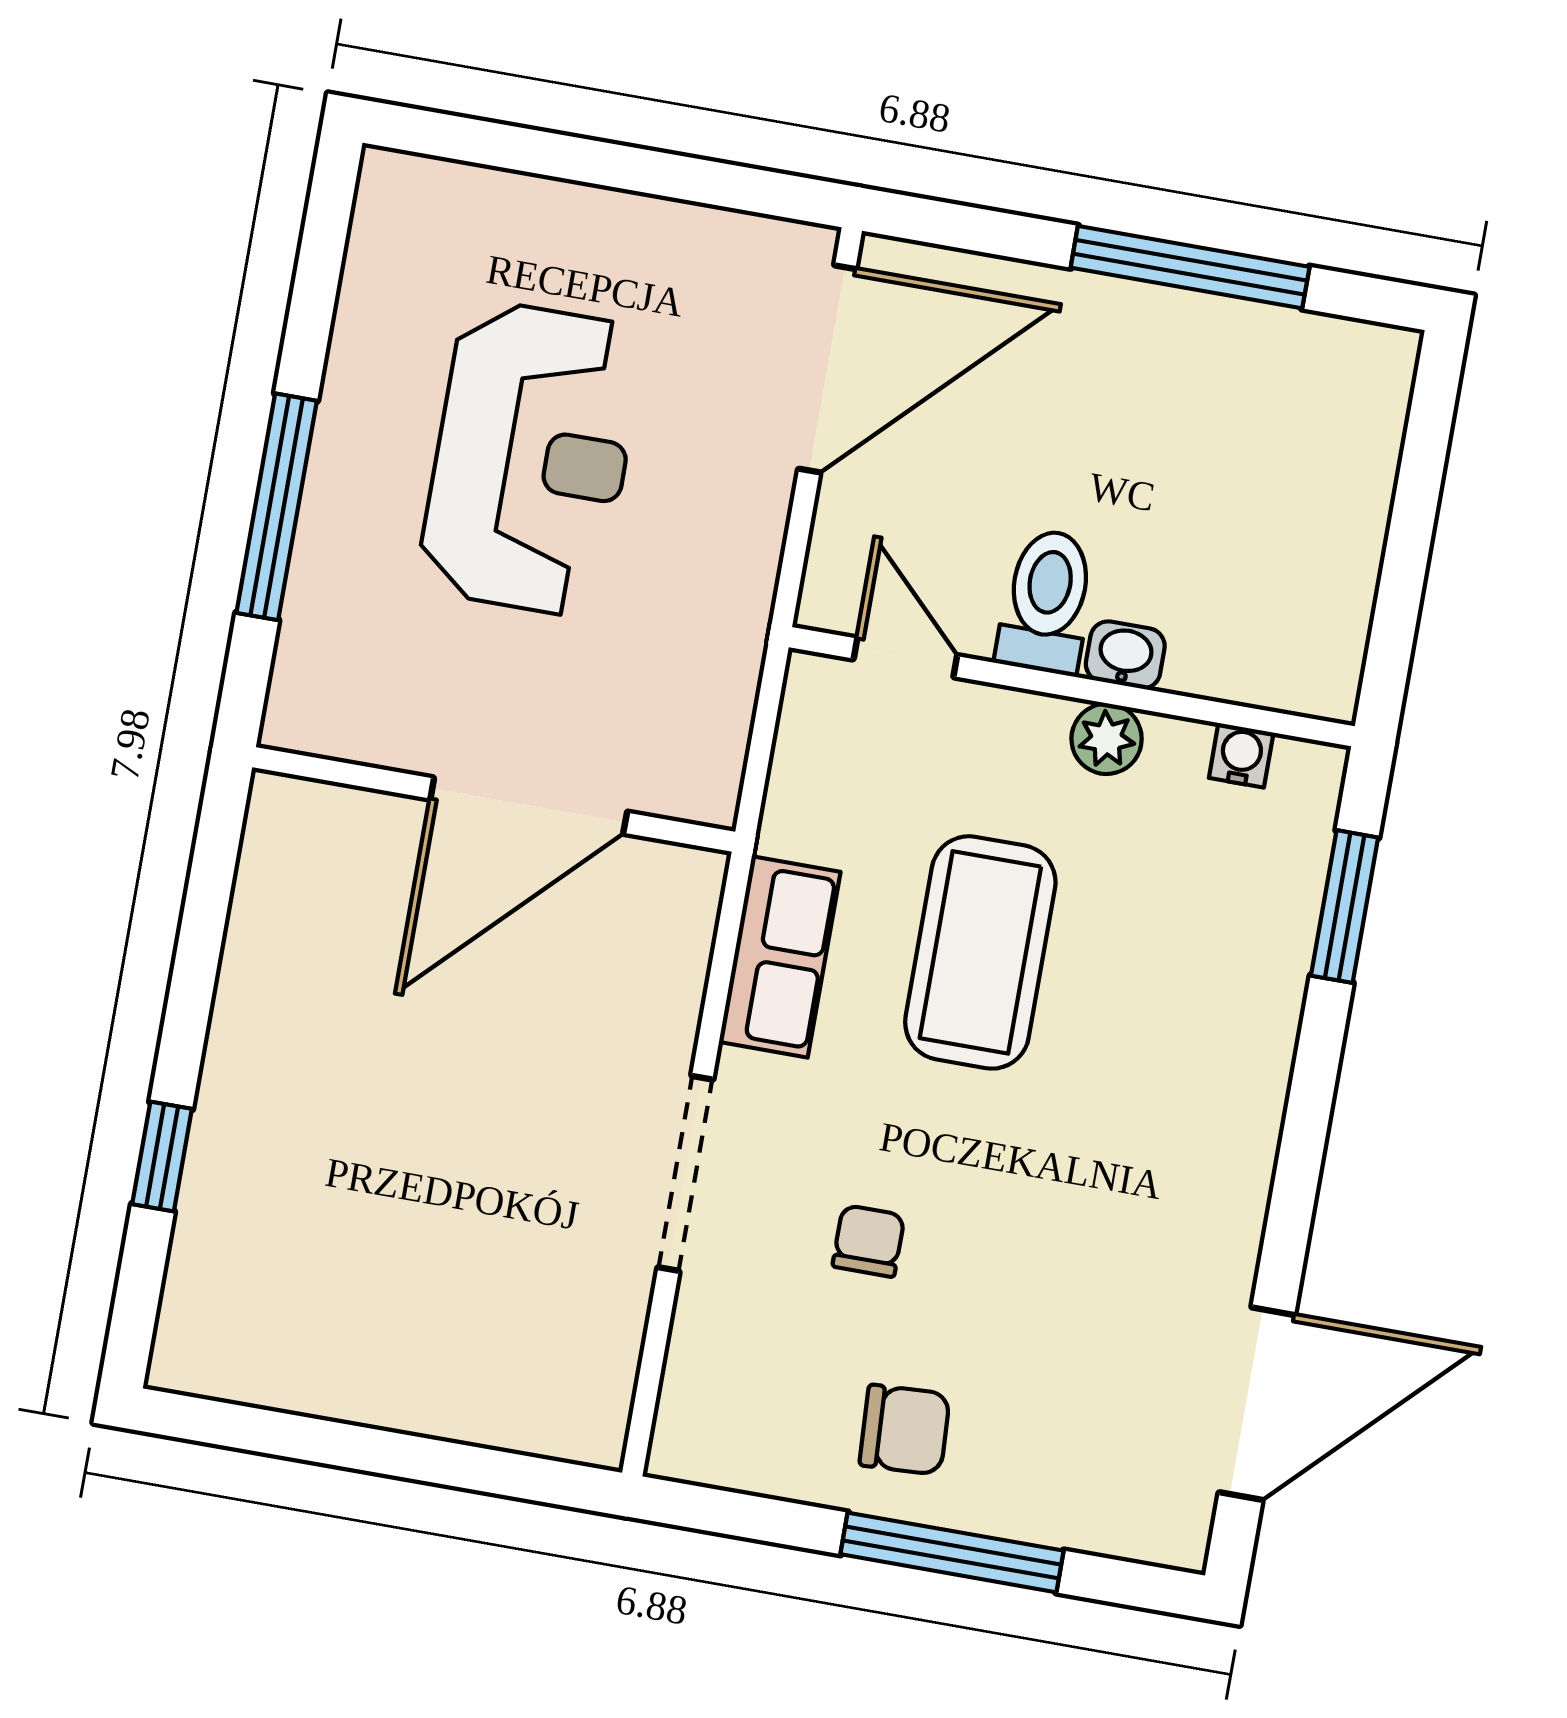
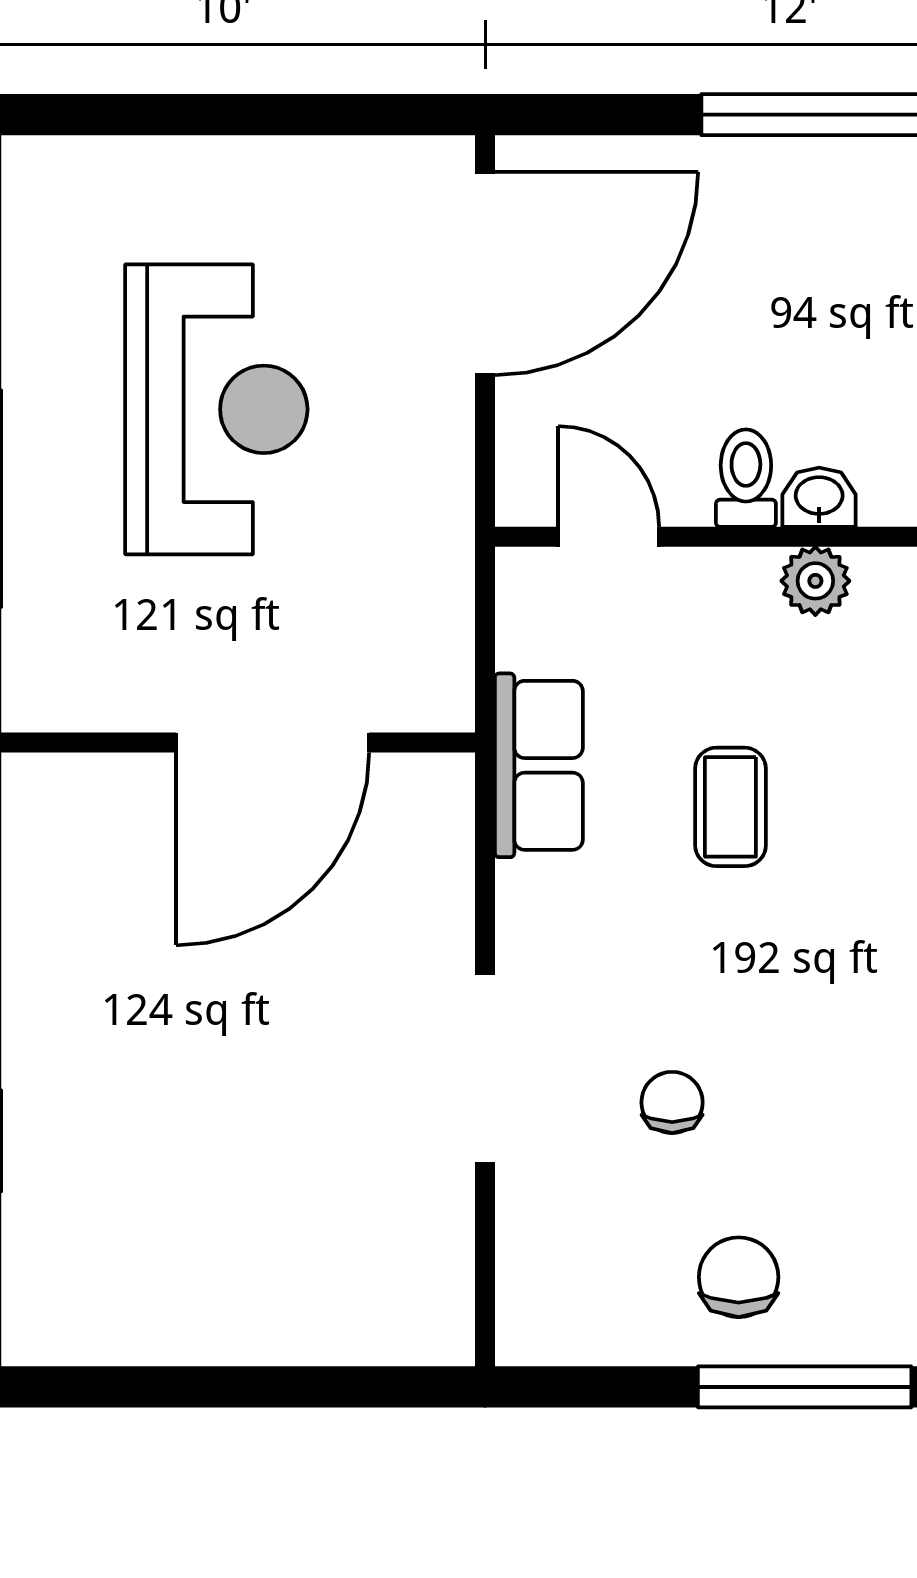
toilet: (1047, 601) -> (746, 478), width x0.73, depth x0.72
coffee table: (980, 952) -> (730, 807), width x0.54, depth x0.58
row of seats: (780, 957) -> (539, 765), moved
chair: (905, 1430) -> (739, 1277), turned -87

